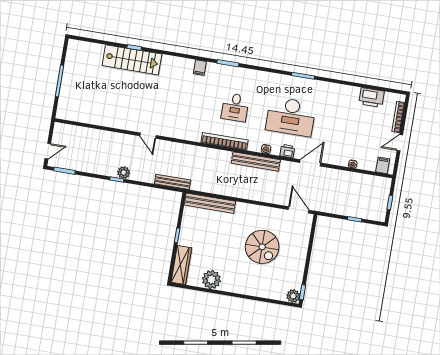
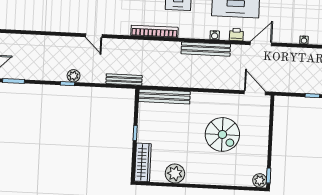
bookcase: (225, 141) -> (154, 31), moved

